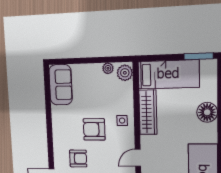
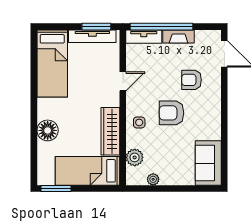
plant: (125, 73) -> (135, 157), moved
armchair: (94, 129) -> (171, 113), turned 180

